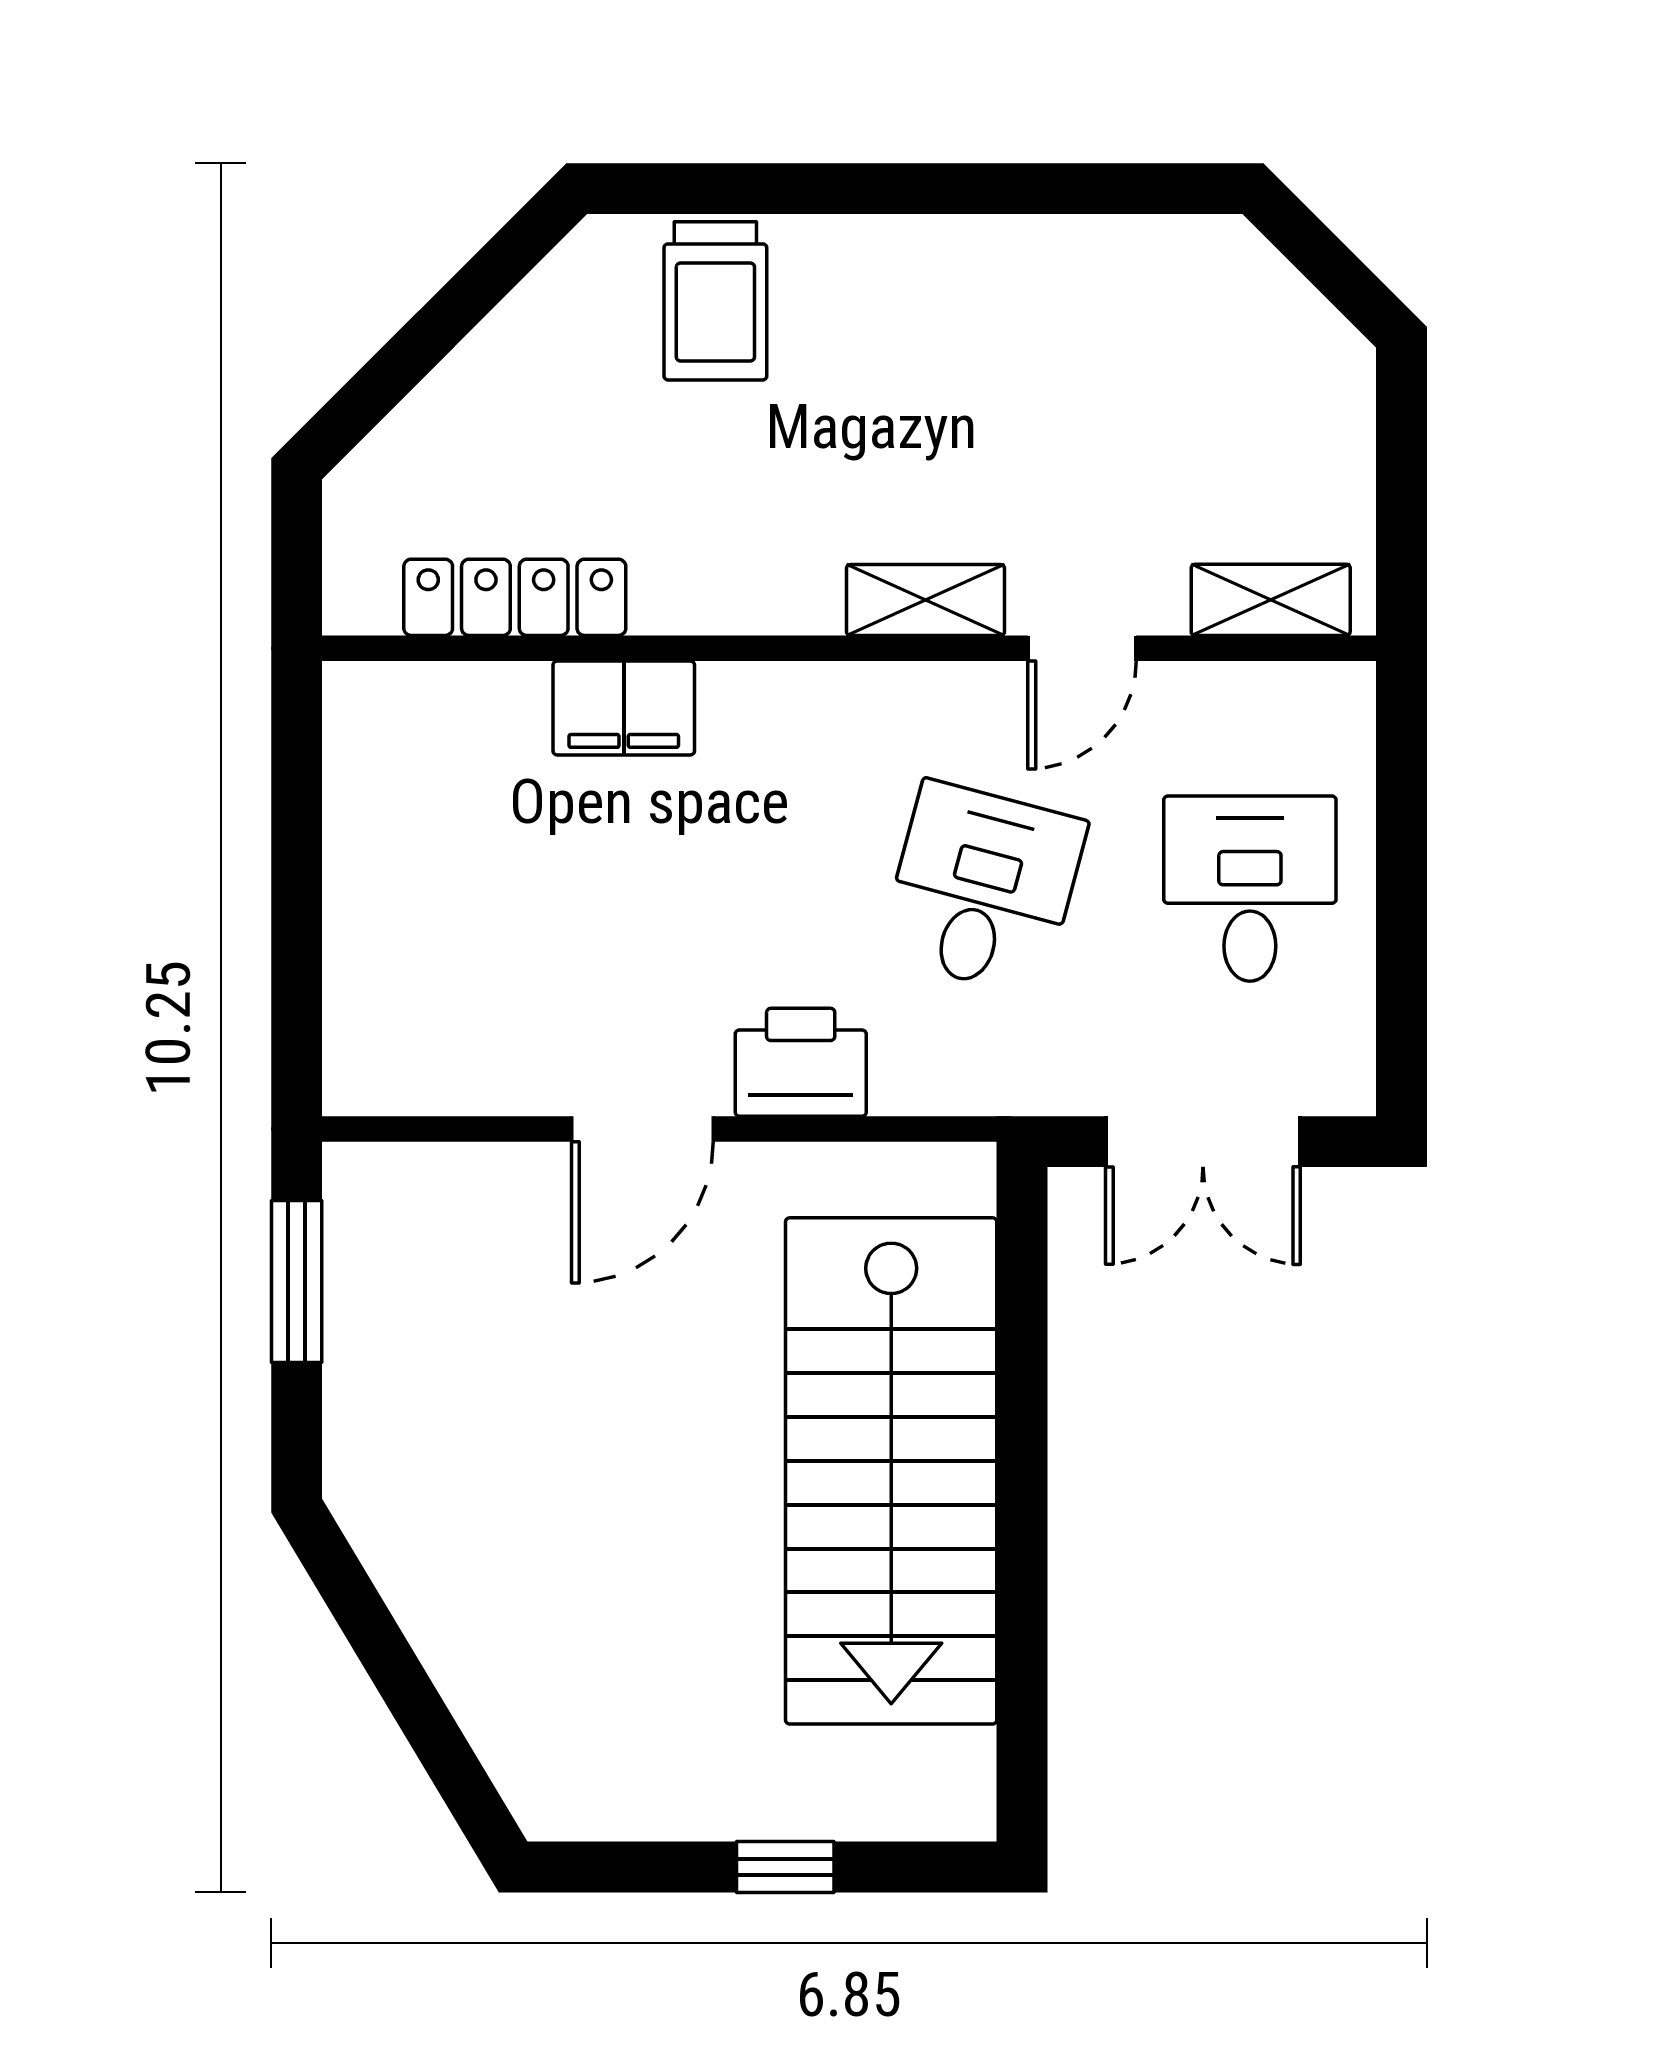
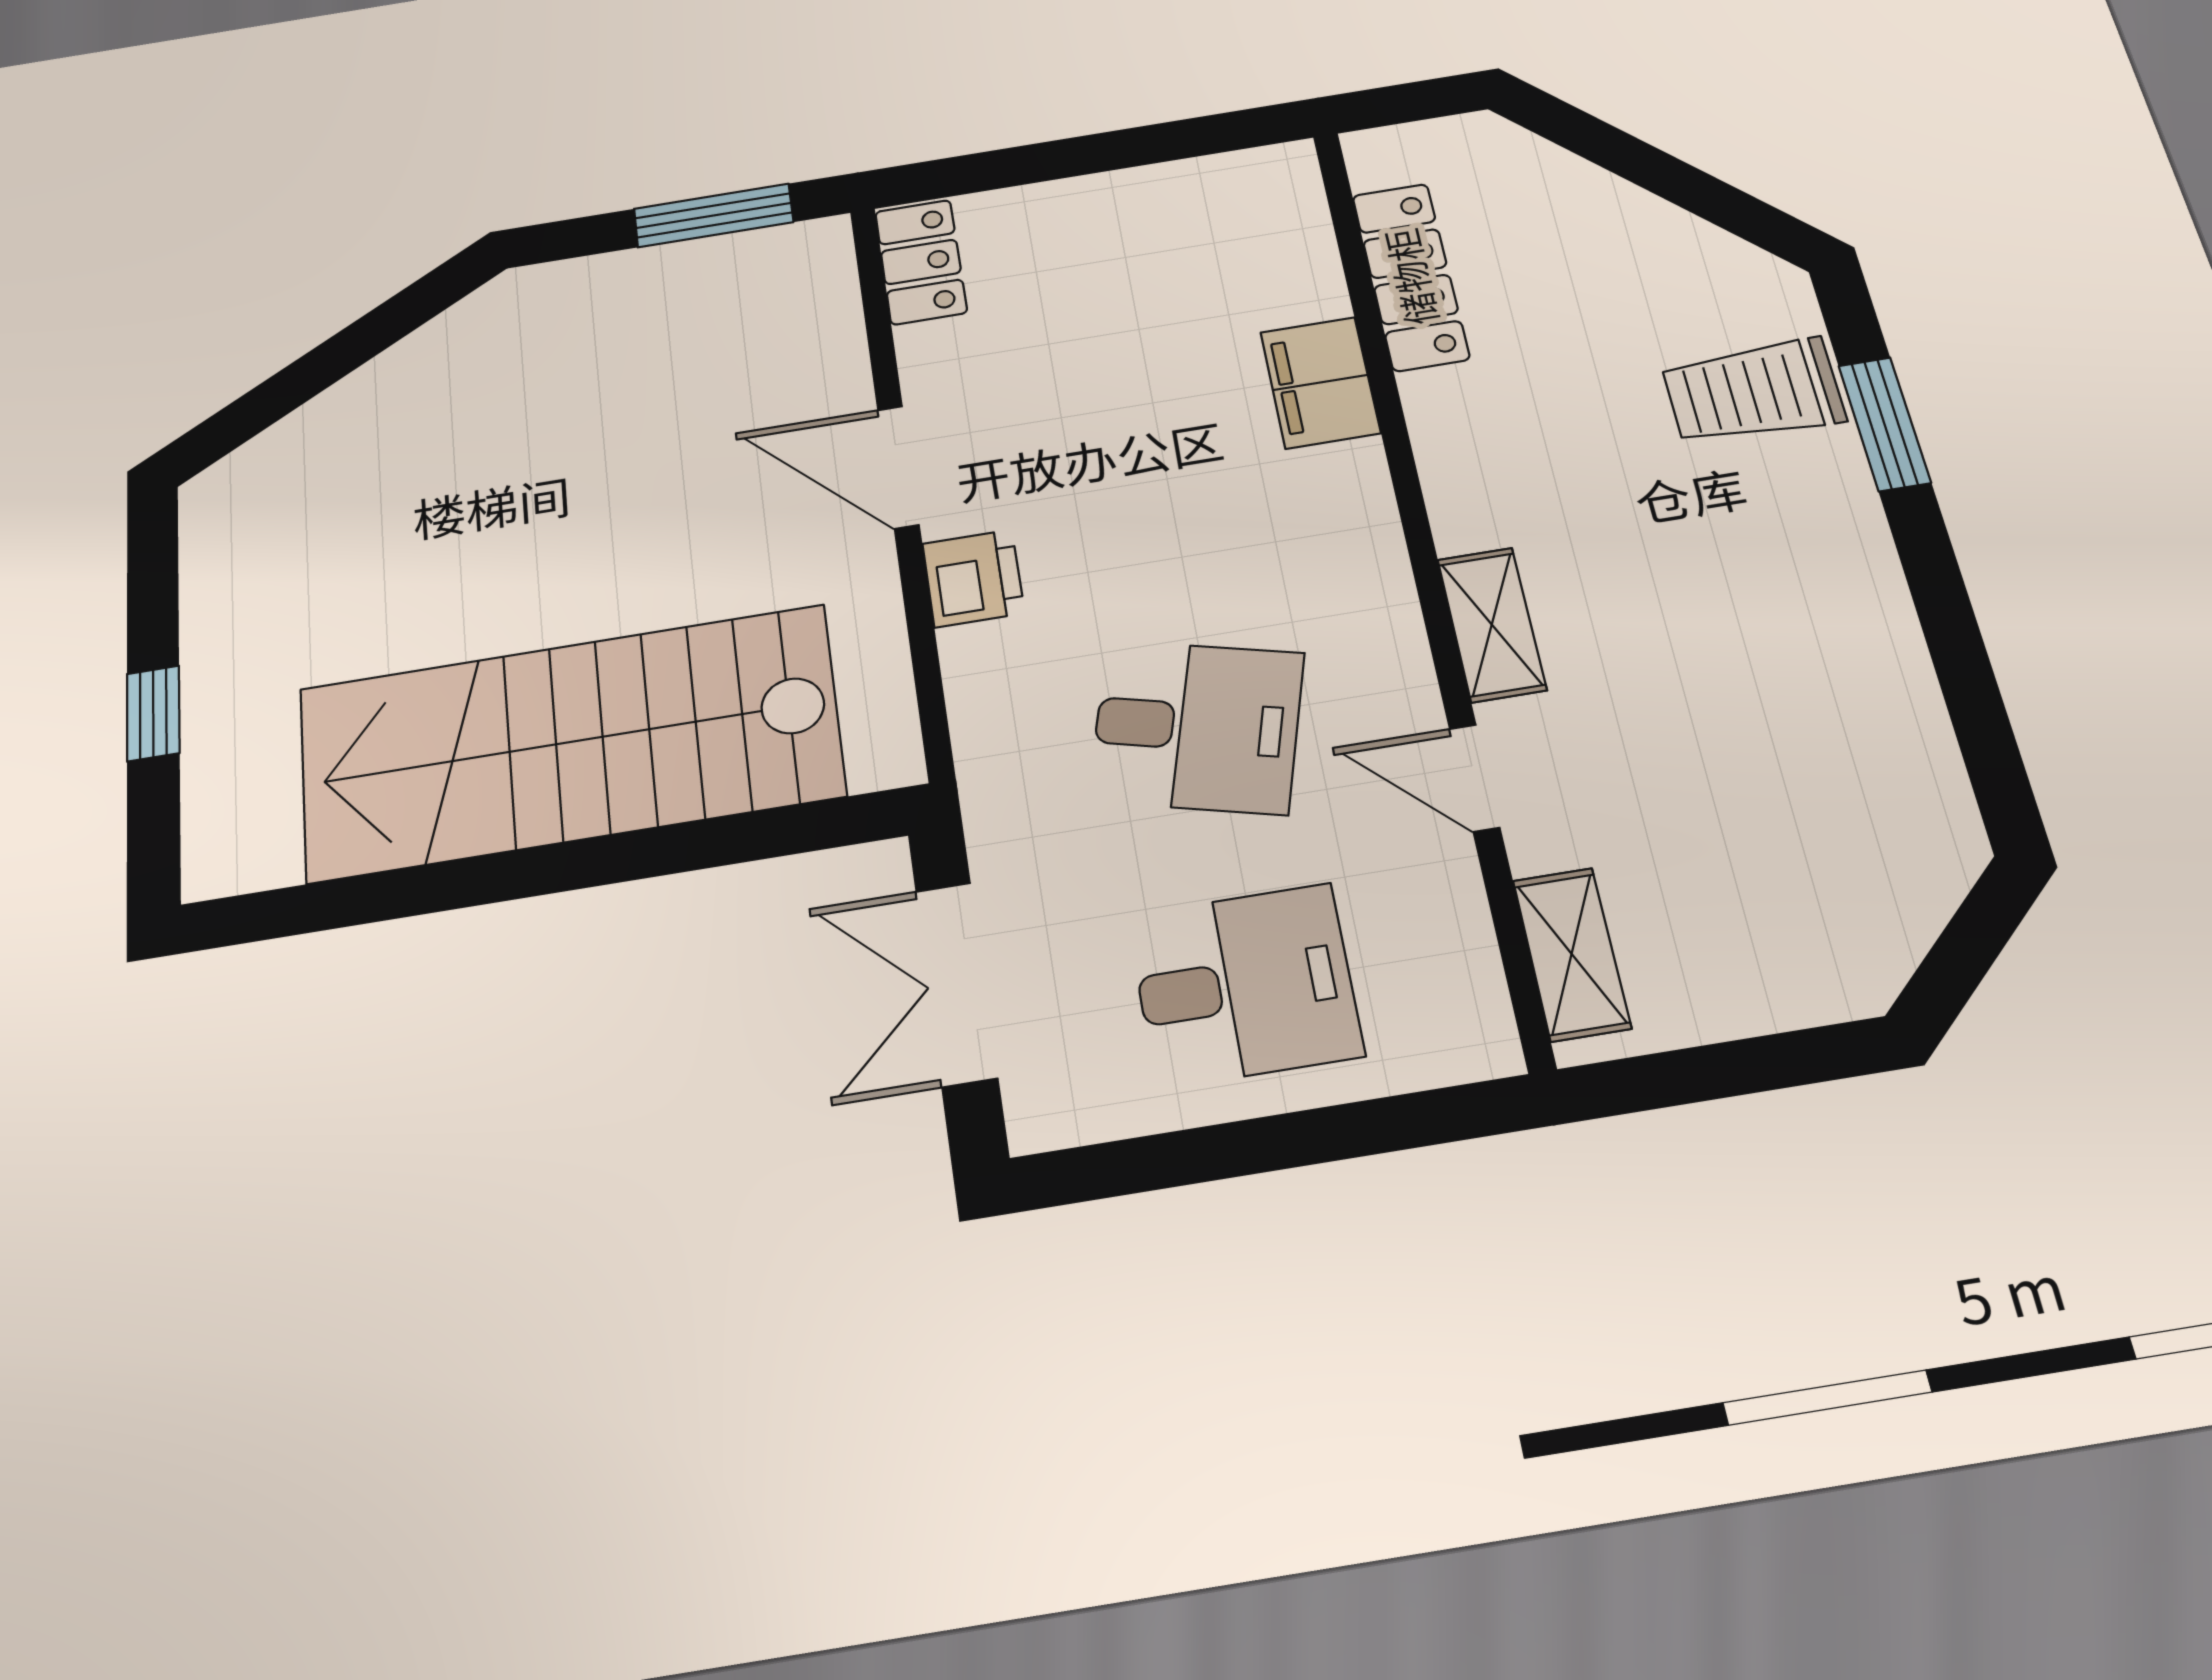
window: (776, 189) -> (1884, 424), added
printer: (801, 1062) -> (973, 578), width x0.73, depth x0.81
locker: (399, 1077) -> (921, 262), added

